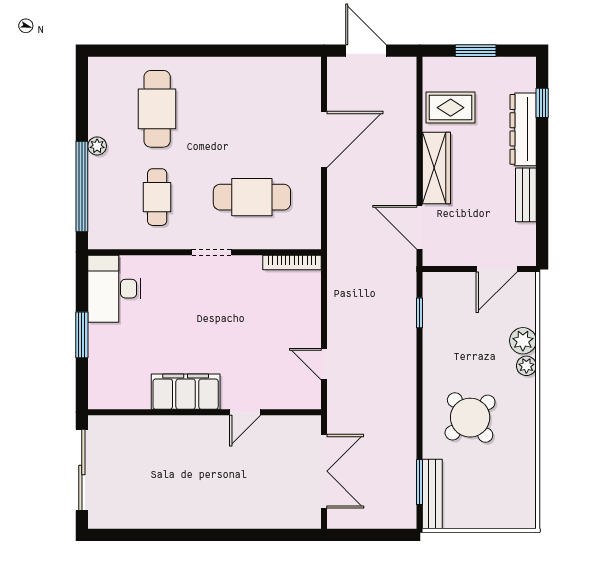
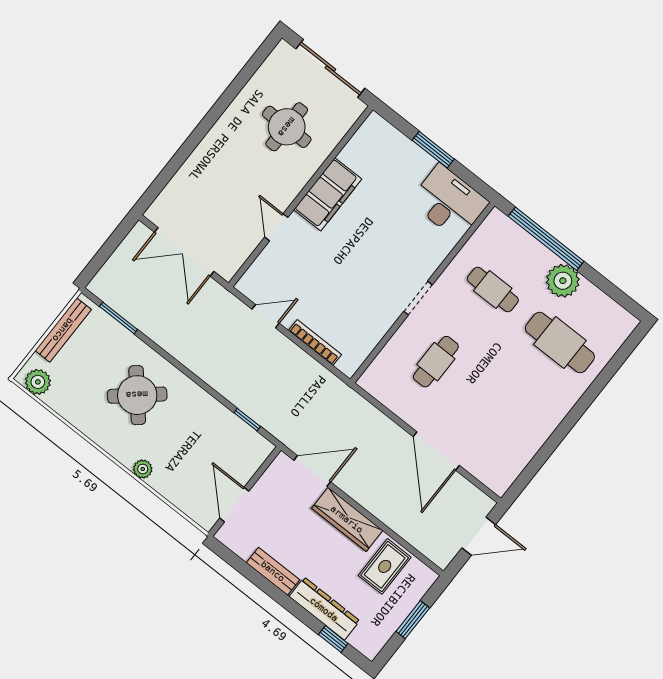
plant: (97, 146) -> (563, 281), width x1.88, depth x1.88
cafe table: (252, 197) -> (436, 362), width x0.73, depth x0.74
bookcase: (292, 262) -> (315, 342), moved, turned 90
plant: (523, 341) -> (38, 382), moved
round table: (157, 468) -> (287, 127), added
bench: (432, 494) -> (63, 330), moved, turned 90

